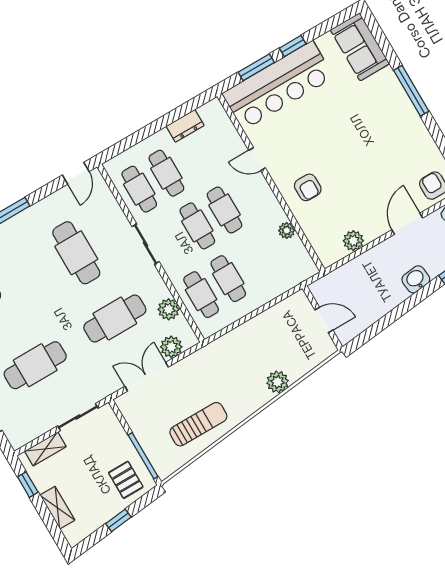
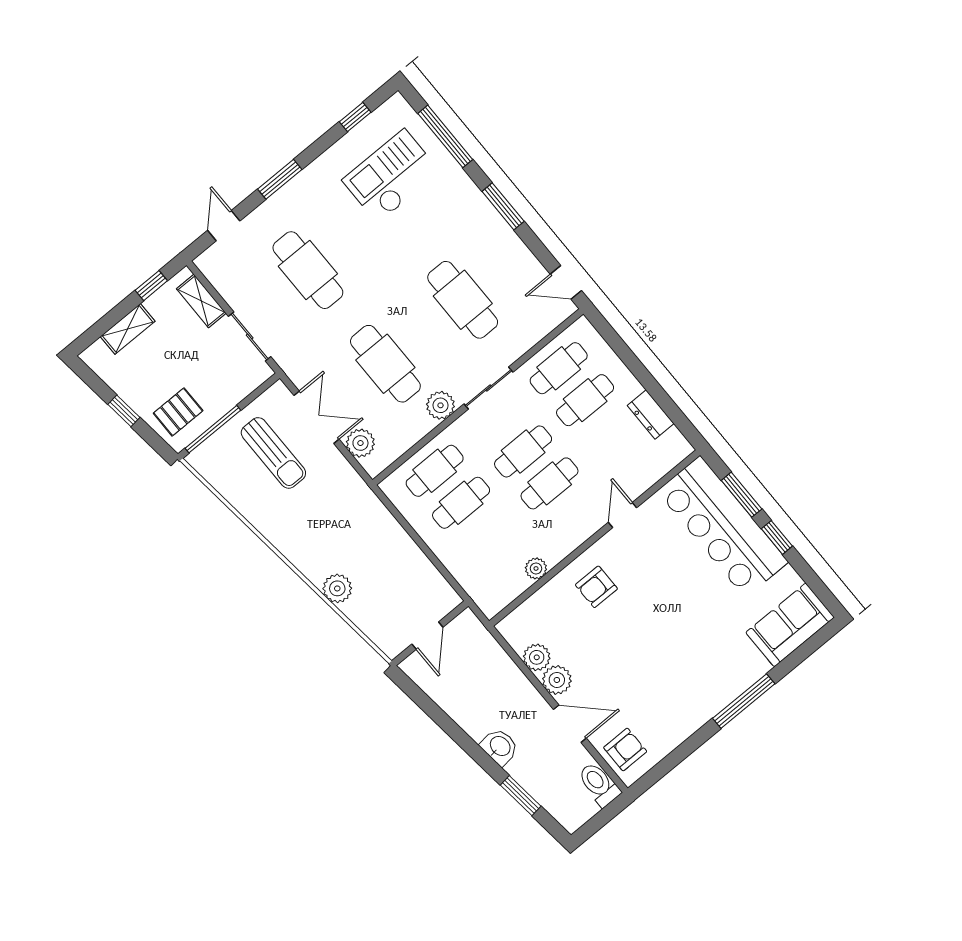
plant: (373, 228) -> (557, 680), added
cafe table: (76, 253) -> (463, 300), turned 90
plant: (169, 309) -> (440, 405), moved
sun lounger: (198, 424) -> (273, 453), moved

